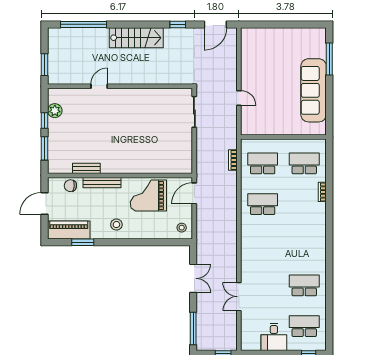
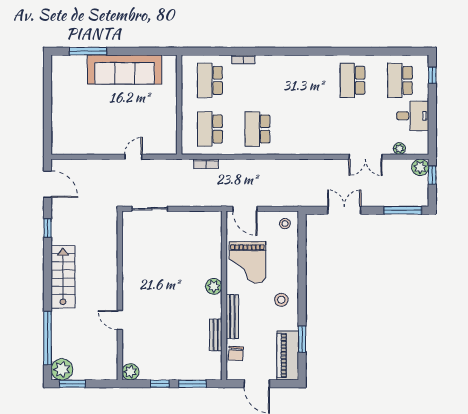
plant: (57, 37) -> (62, 369), added
window: (45, 65) -> (72, 384), moved
plant: (55, 111) -> (130, 372), moved
plant: (128, 167) -> (214, 286), added
plant: (246, 326) -> (399, 149), added
plant: (230, 343) -> (420, 167), added

